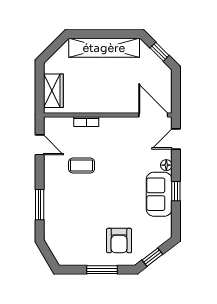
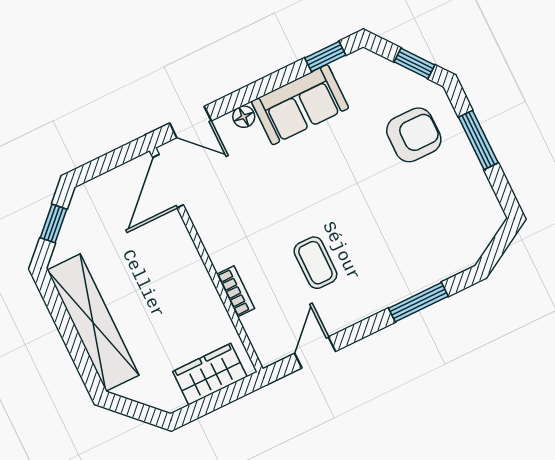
window: (176, 191) -> (325, 57), moved

